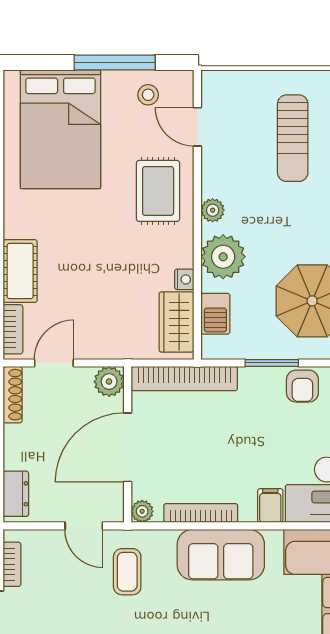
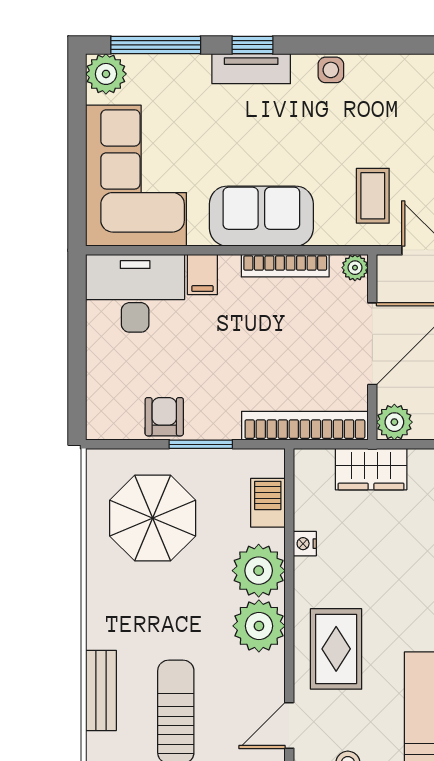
door: (197, 127) -> (289, 725), swing flipped
plant: (213, 210) -> (259, 626), width x1.88, depth x1.88
wardrobe: (176, 322) -> (371, 469), moved, turned 90

